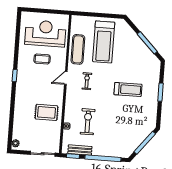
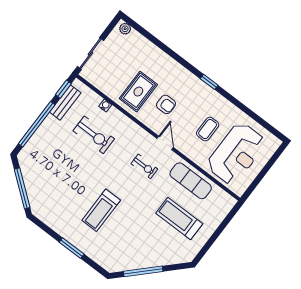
treadmill: (104, 42) -> (179, 218), width x0.73, depth x0.73
armchair: (44, 92) -> (166, 104), added

